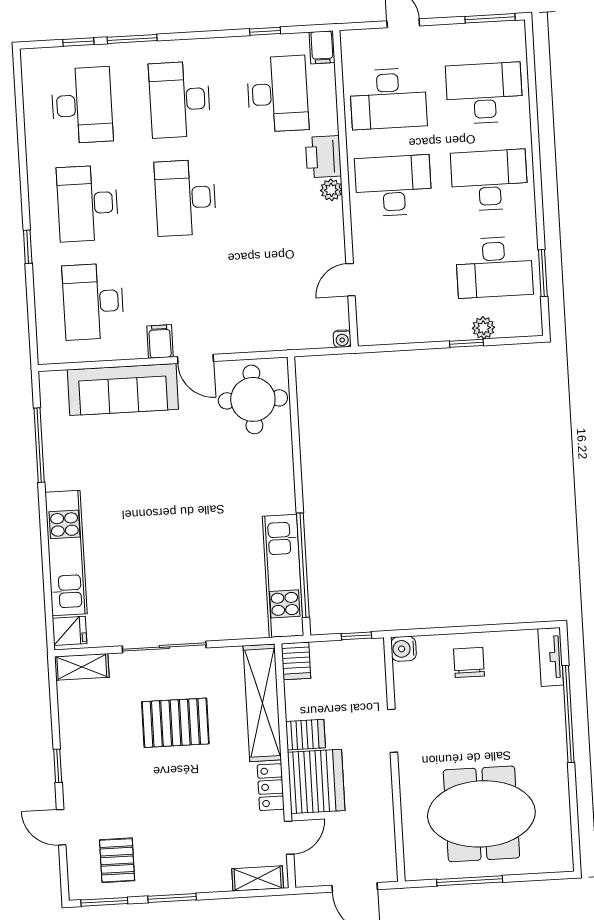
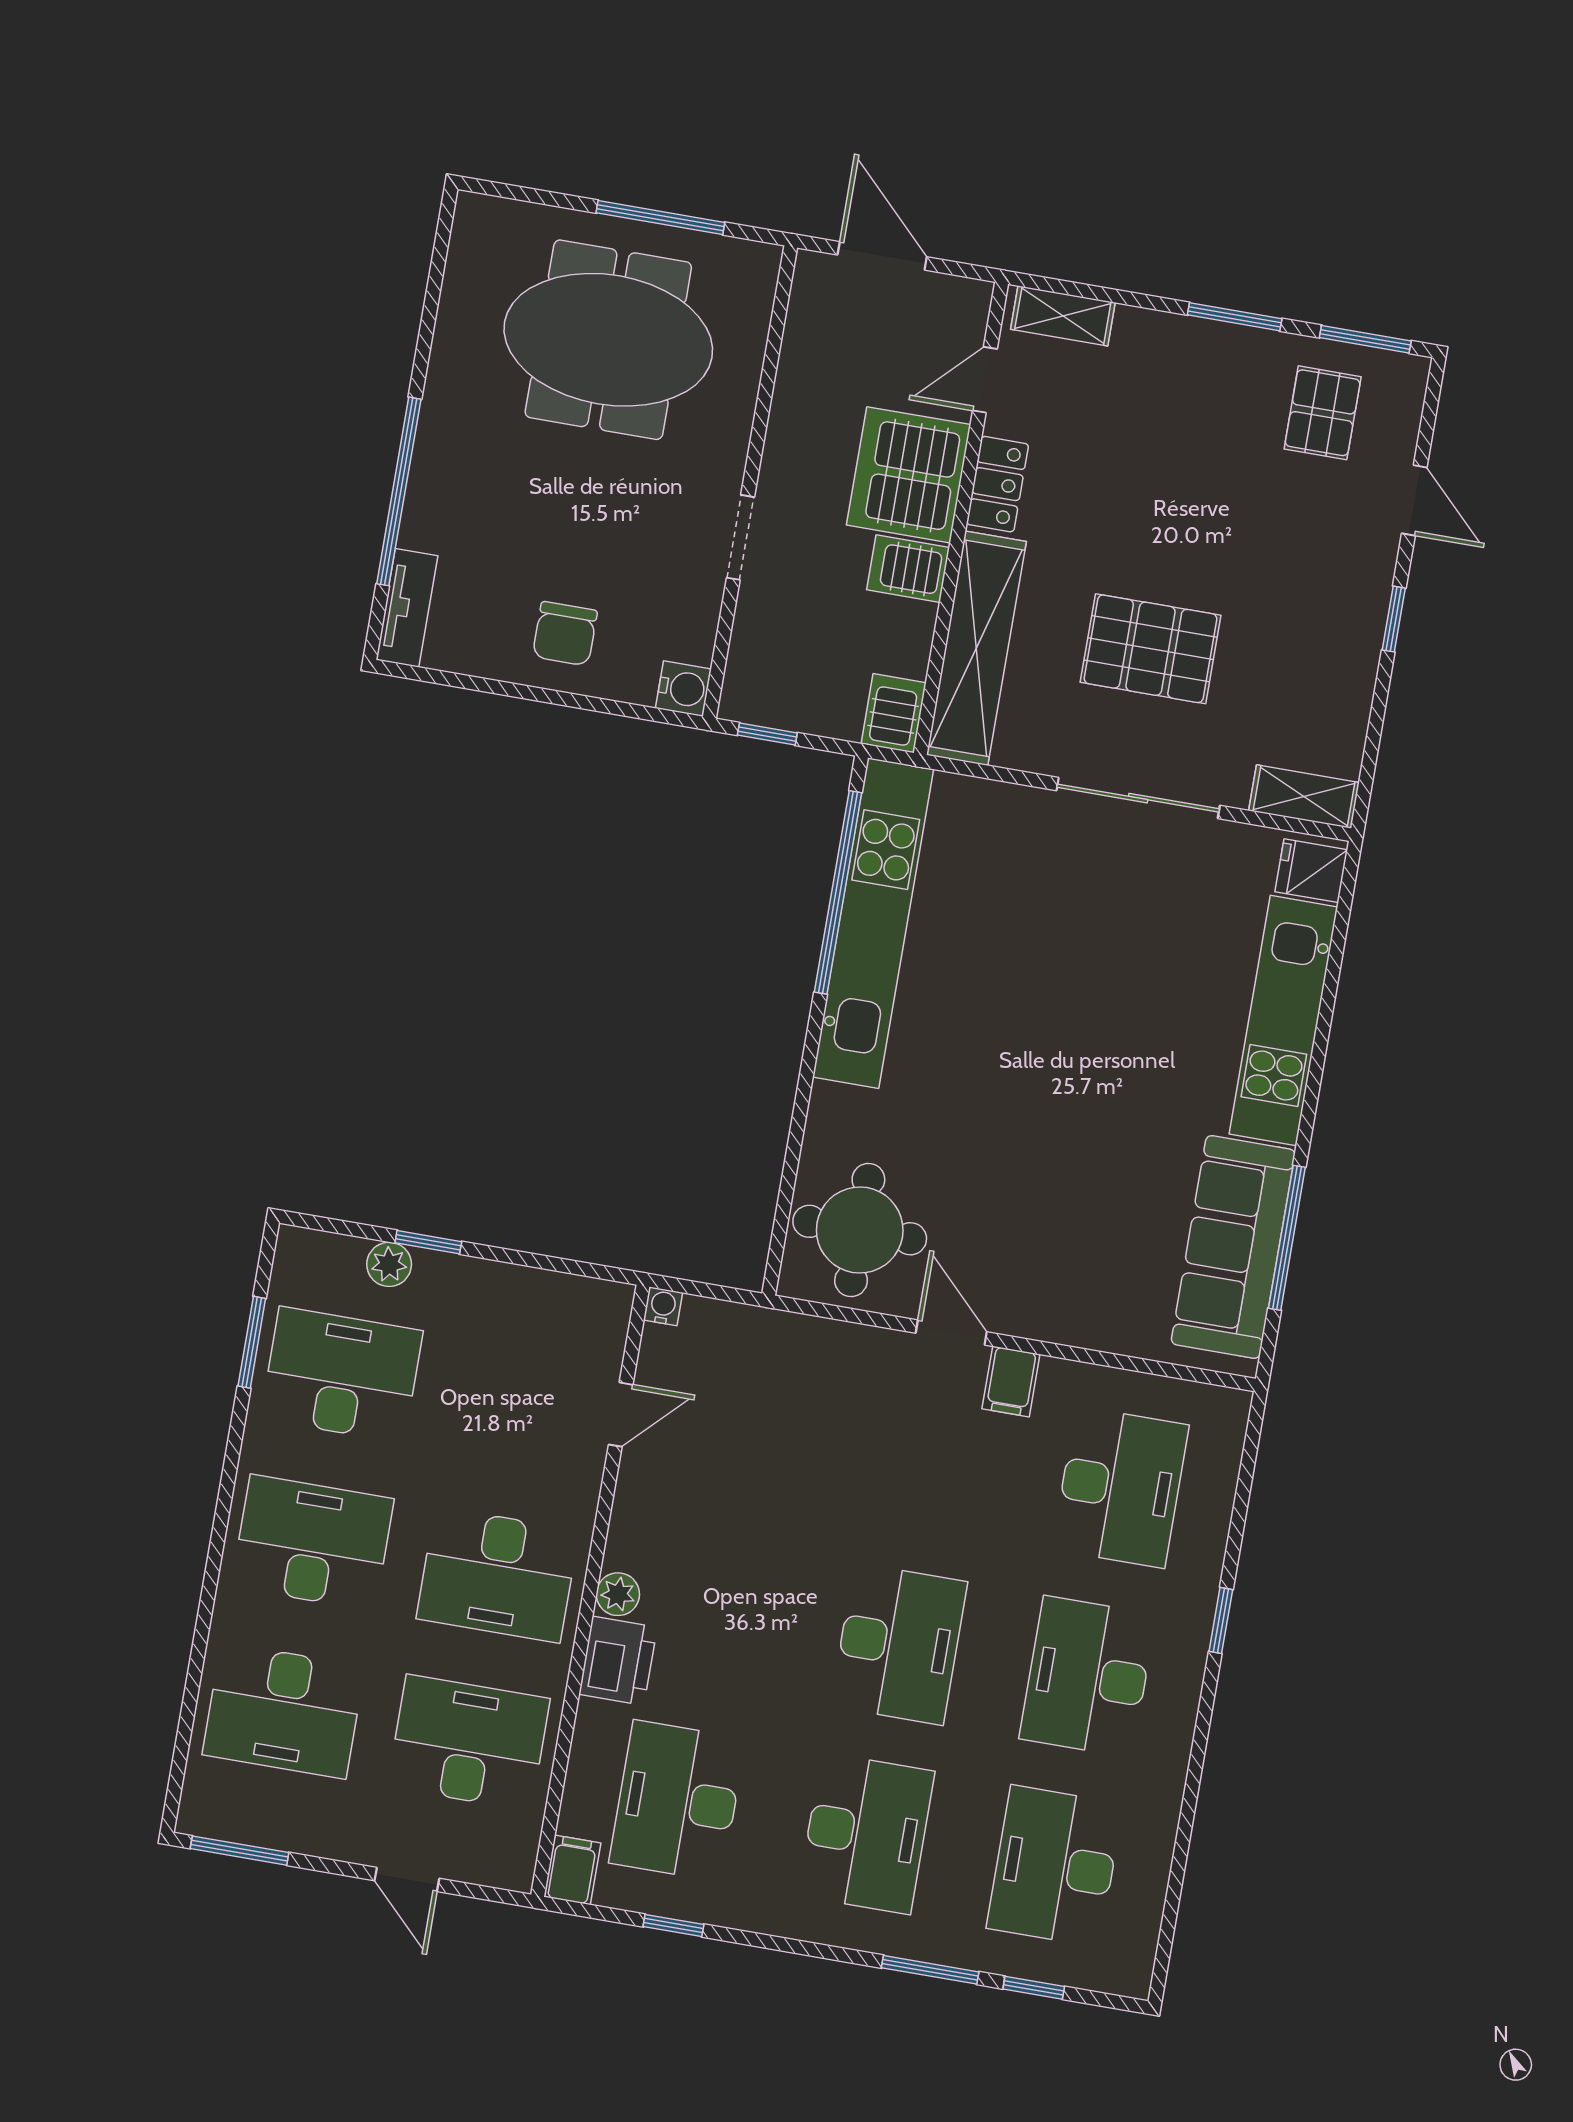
desk: (489, 180) -> (313, 1543), turned 180
desk: (88, 203) -> (1088, 1677), turned 180
sofa: (123, 389) -> (1233, 1247), moved, turned -90
kitchen unit: (283, 576) -> (873, 923), width x1.36

